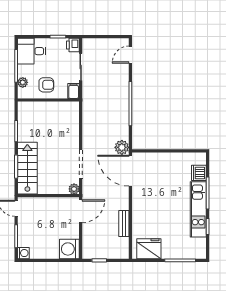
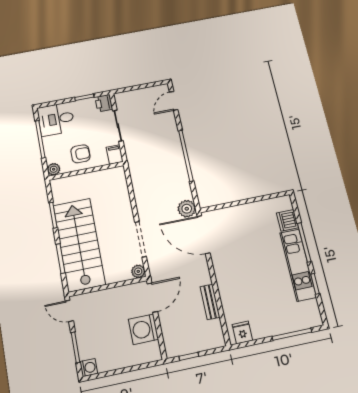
plant: (23, 82) -> (54, 169), moved
stairs: (27, 168) -> (79, 245), width x1.36, depth x1.51
washing machine: (69, 249) -> (143, 329), moved
fridge: (149, 249) -> (242, 332), width x0.53, depth x0.75

